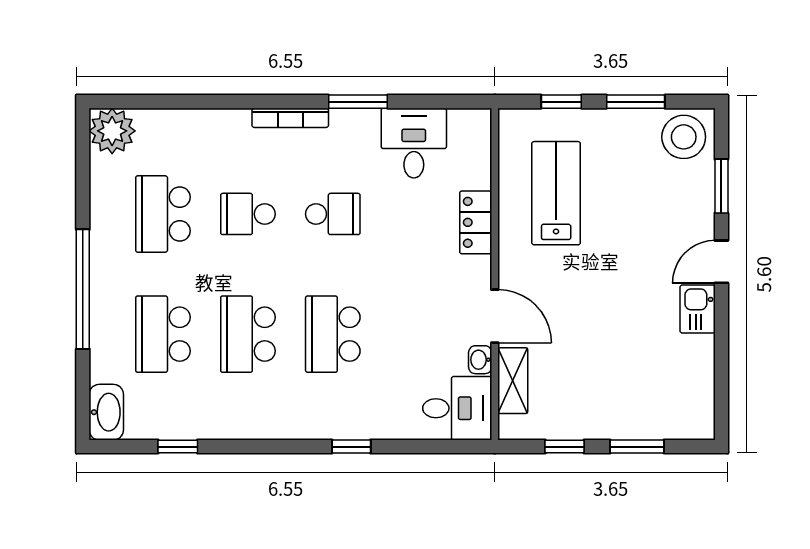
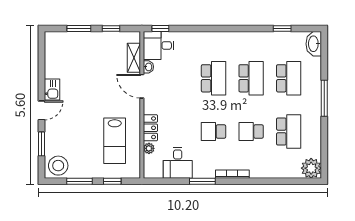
plant: (479, 176) -> (149, 148), added
school desk: (248, 214) -> (251, 131), turned 180
window: (83, 289) -> (324, 98), width x0.68
window: (351, 447) -> (160, 29), moved

